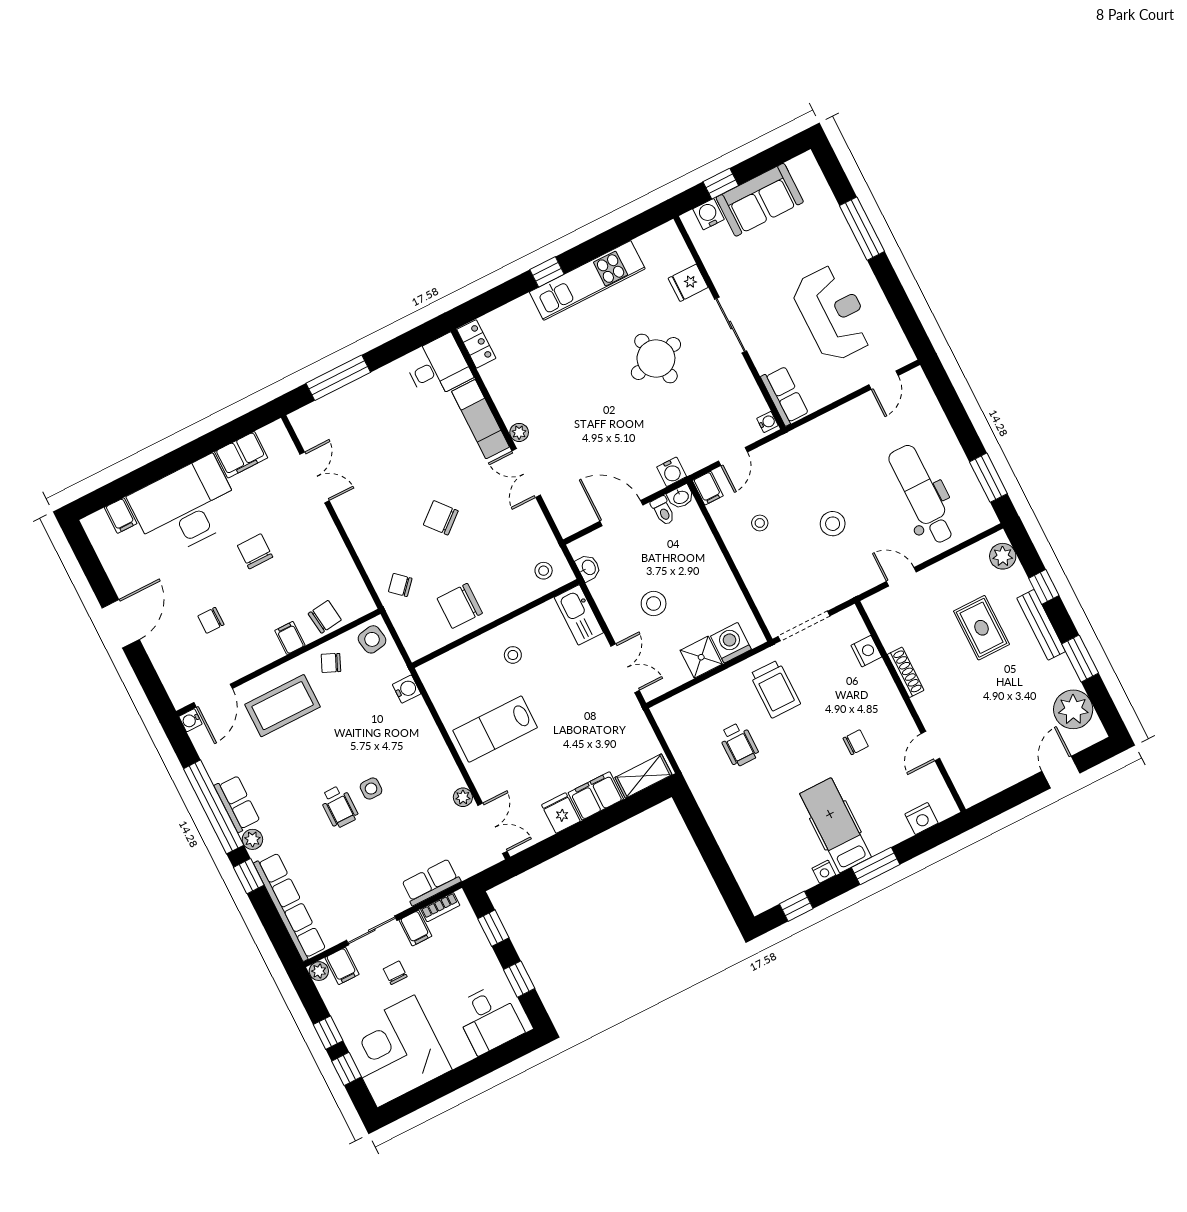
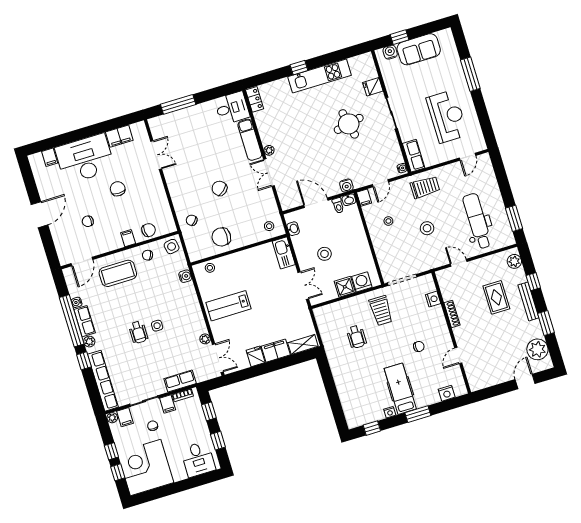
trolley: (816, 449) -> (425, 187), added
stool: (513, 655) -> (210, 268), moved
water cooler: (190, 720) -> (77, 302), moved

